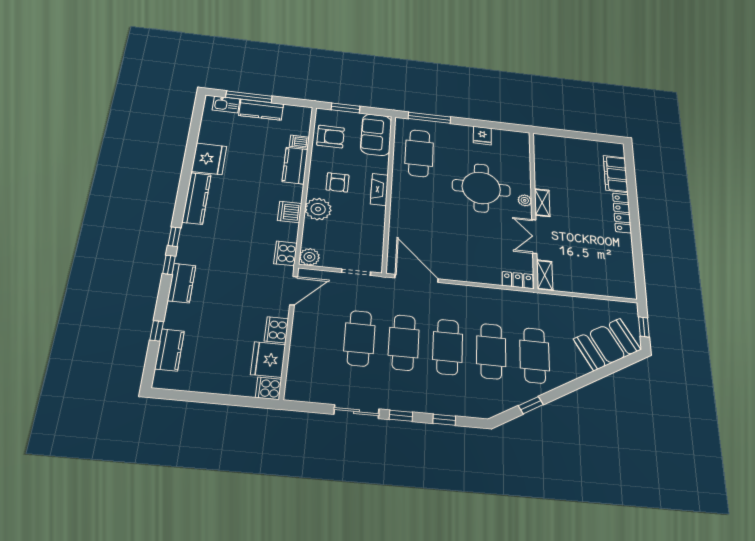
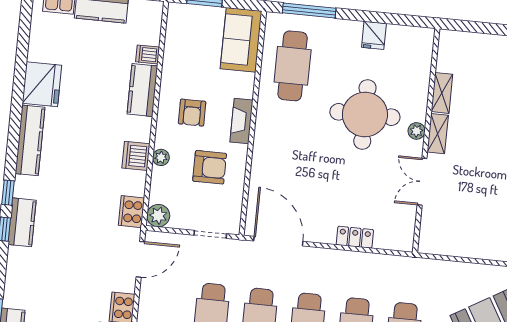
armchair: (331, 137) -> (210, 167), moved
plant: (318, 209) -> (161, 157), width x0.53, depth x0.53
shelving: (545, 275) -> (442, 93), moved
locker: (518, 280) -> (355, 237), moved
kitchen counter: (182, 283) -> (22, 222), moved

